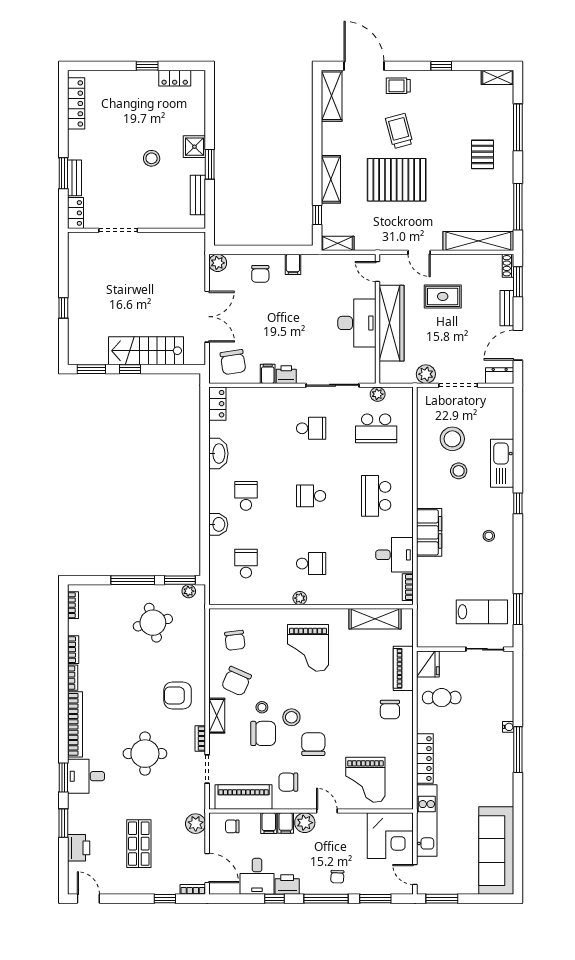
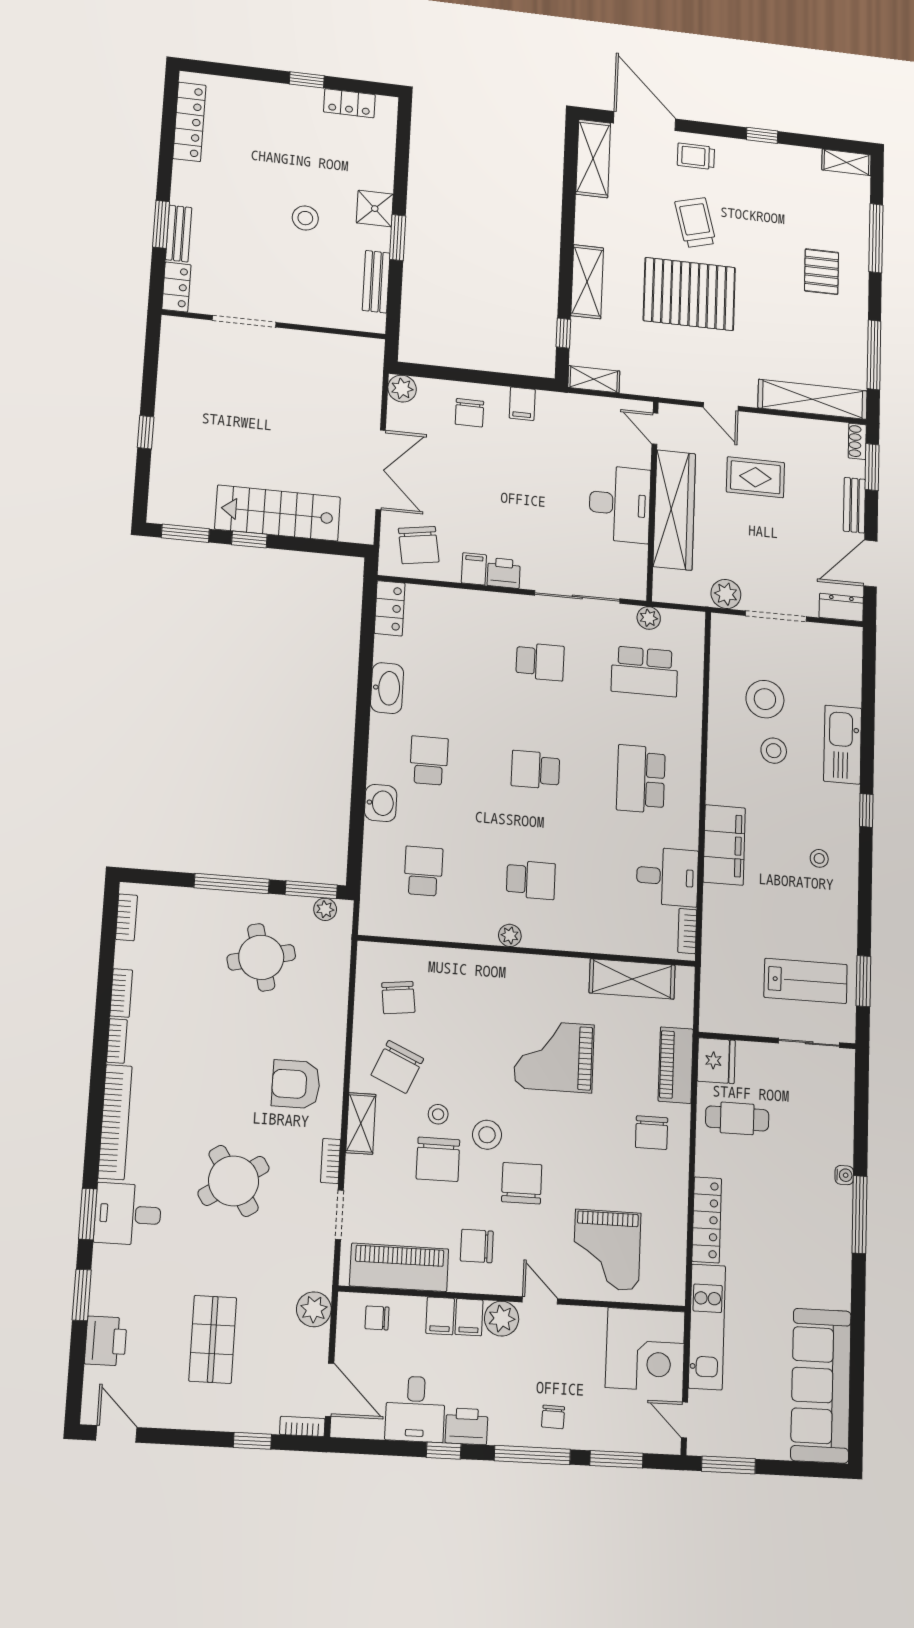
grand piano: (308, 648) -> (554, 1056), moved, turned 90
chair: (263, 733) -> (438, 1159), turned 90
round table: (145, 754) -> (234, 1181), turned -33

